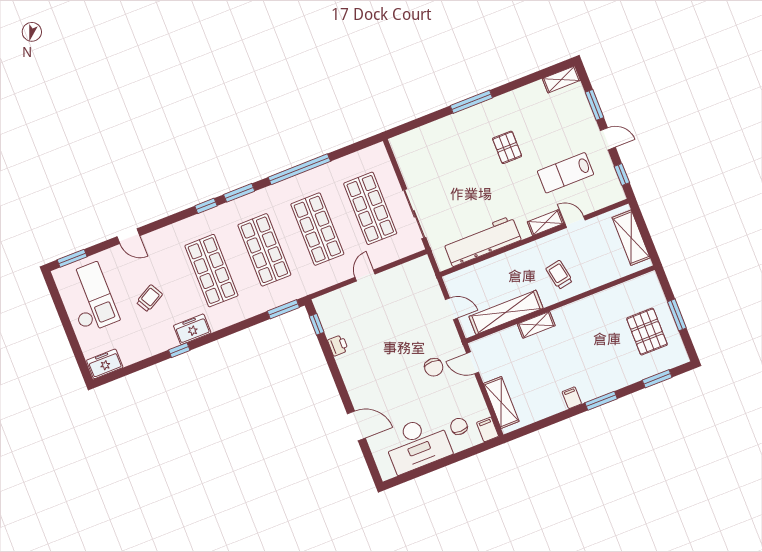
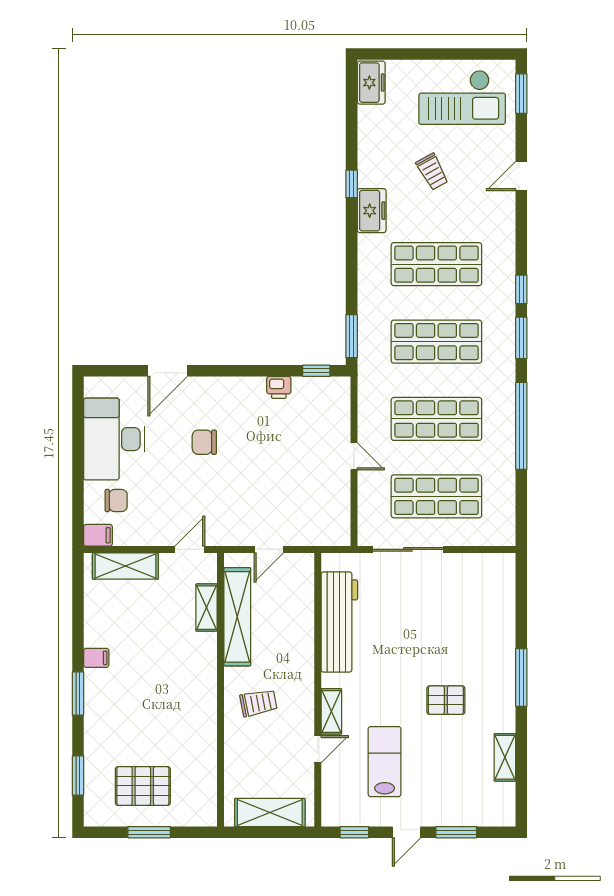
shelving: (561, 79) -> (505, 757), moved
shelving: (536, 325) -> (206, 608), moved
chair: (434, 367) -> (204, 442), moved

